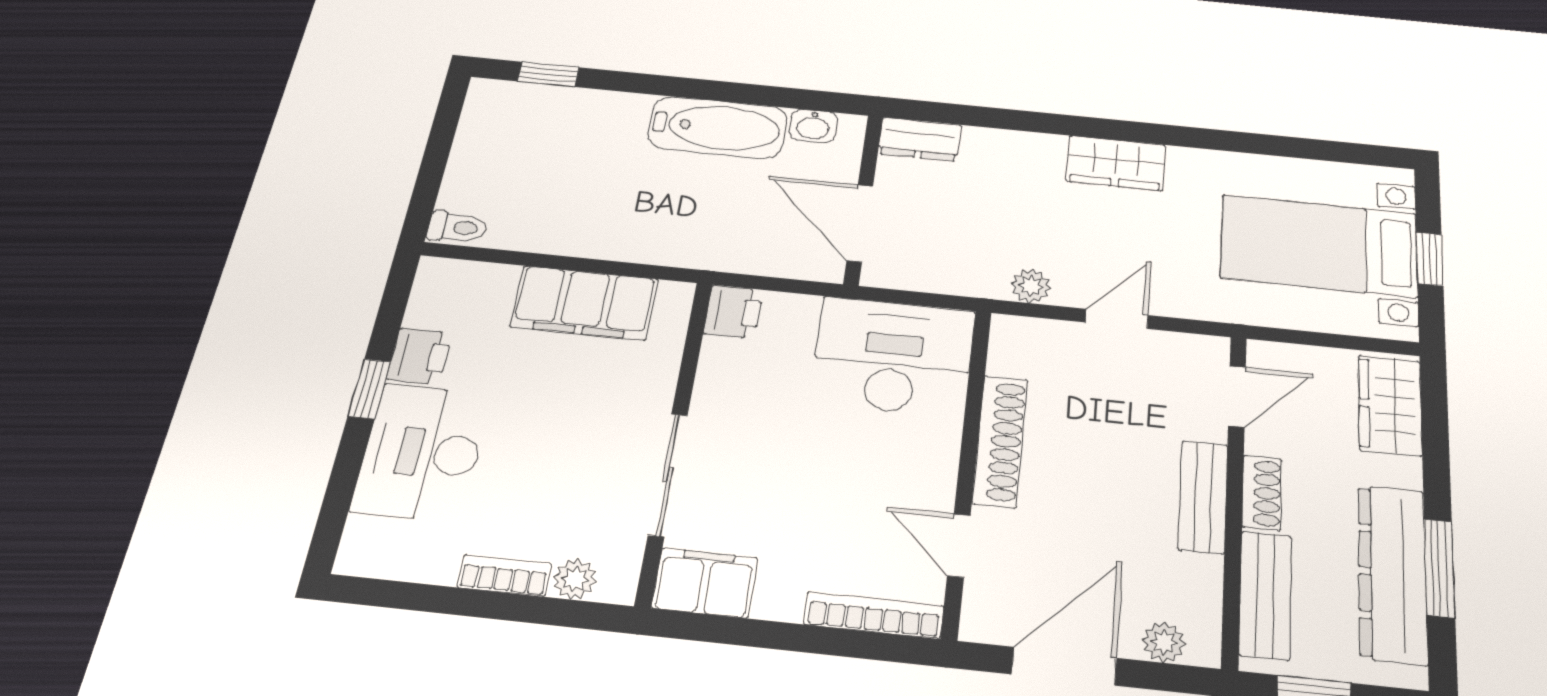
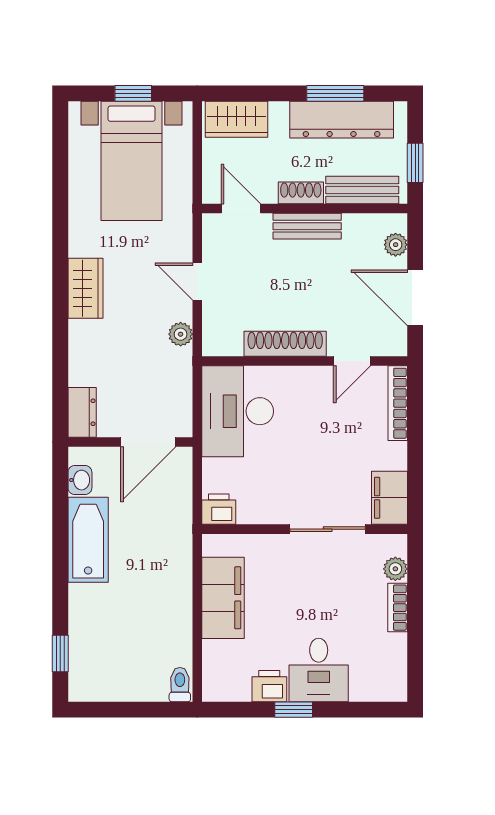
desk: (422, 452) -> (319, 670), width x0.73

